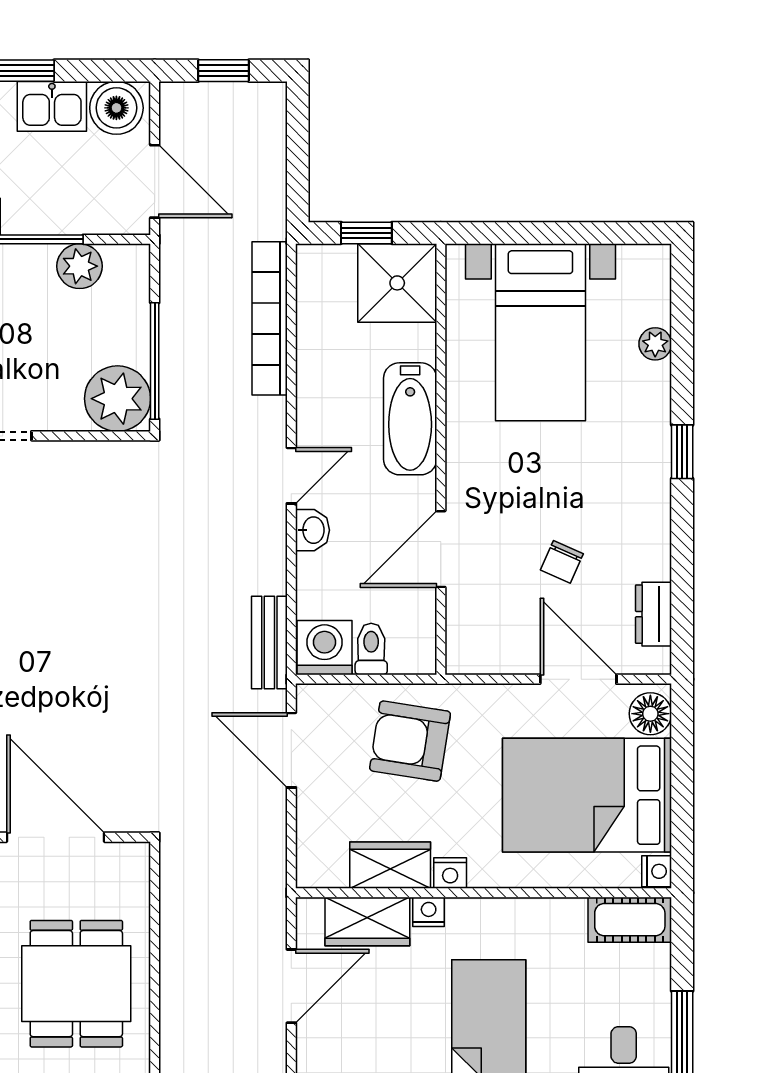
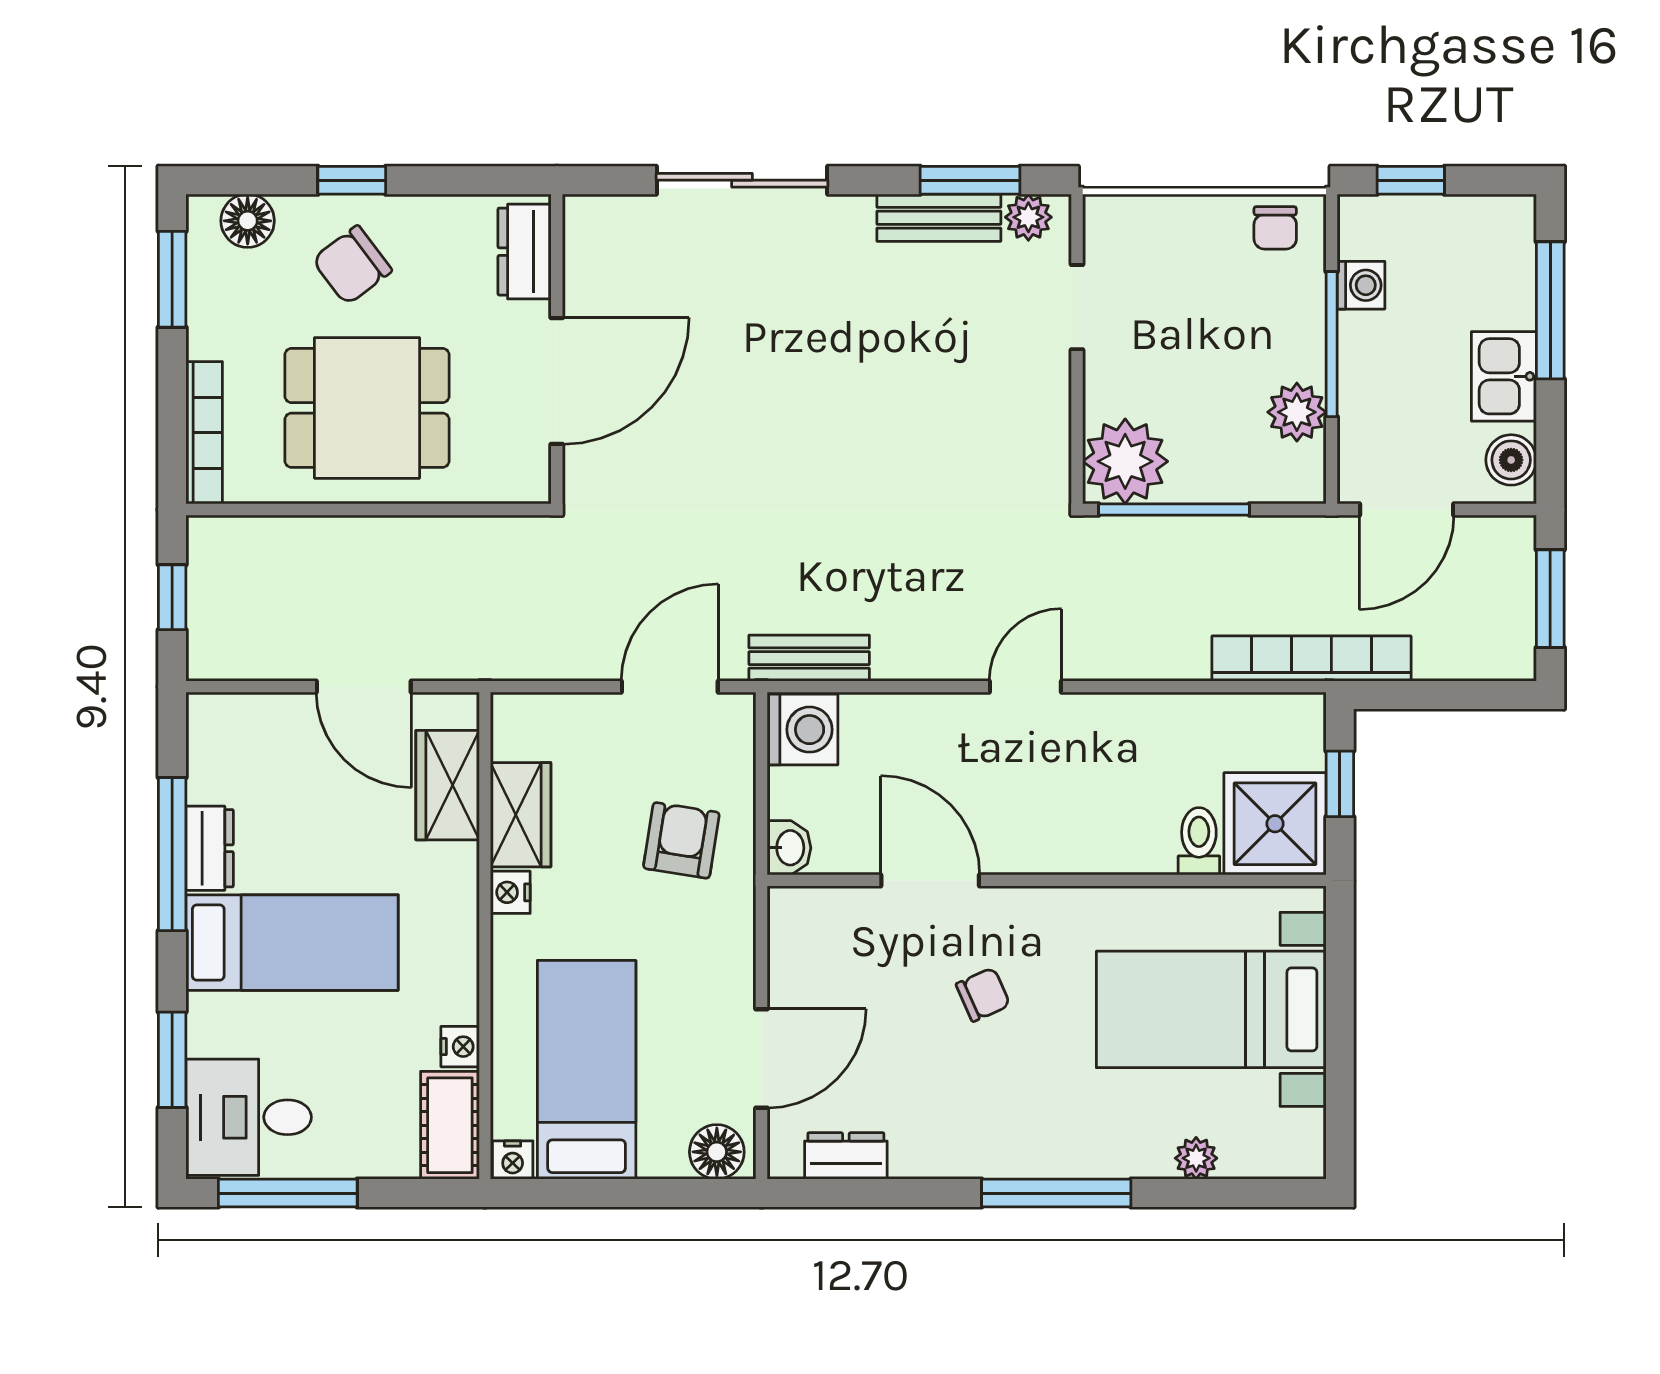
window: (223, 71) -> (1550, 599), width x1.50
boiler: (116, 108) -> (1511, 460), width x0.73, depth x0.73
bookcase: (270, 318) -> (1312, 658), moved
bathtub: (410, 419) -> (1099, 840), removed
window: (682, 452) -> (1056, 1193), width x2.17
door: (291, 476) -> (1025, 687), swing flipped
washbasin: (312, 530) -> (789, 848), moved, turned -90
chair: (562, 562) -> (983, 995), moved, turned 132
toilet: (371, 649) -> (1199, 841), moved, turned -90
armchair: (410, 741) -> (681, 840), width x0.72, depth x0.72
bed: (587, 795) -> (587, 1070), width x0.67
nightstand: (429, 912) -> (460, 1047), moved

